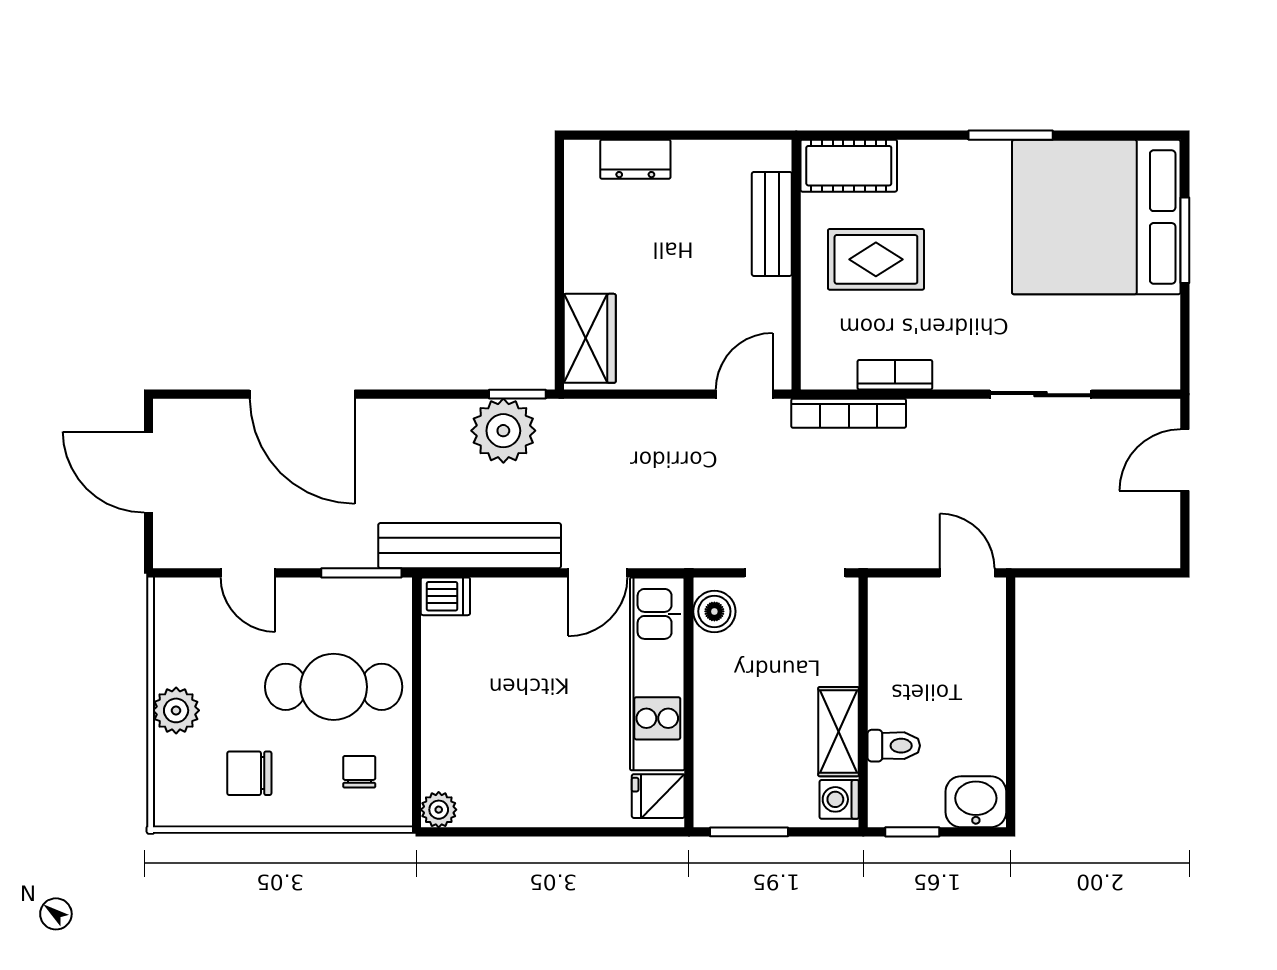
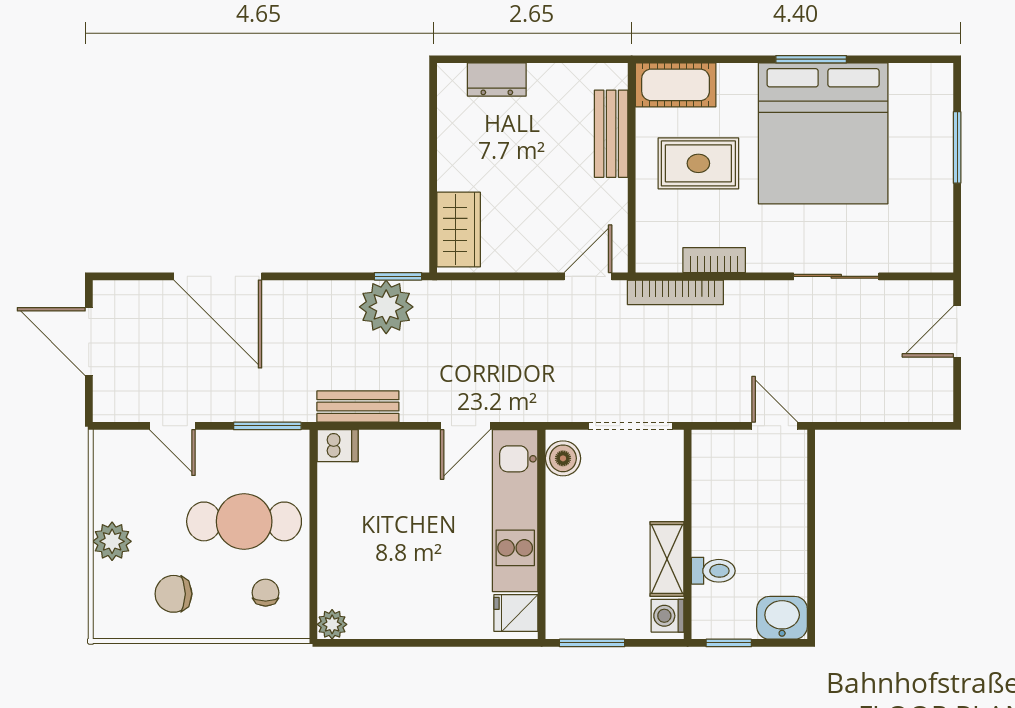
bed: (1096, 217) -> (823, 133), moved, turned -90
bench: (470, 546) -> (358, 407), width x0.54, depth x0.82

